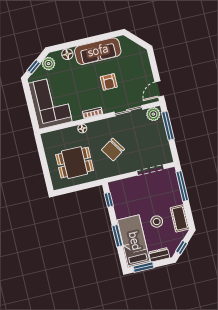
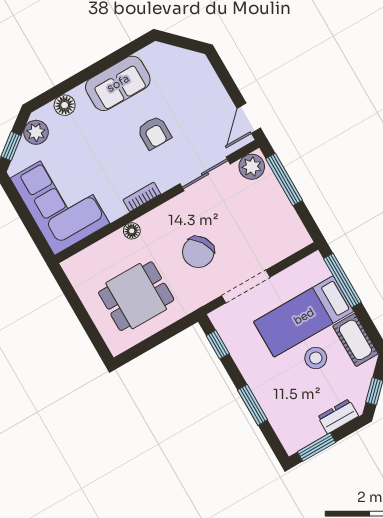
sofa: (98, 51) -> (118, 83), width x0.73
doorway: (150, 170) -> (246, 286), moved
bed: (134, 241) -> (304, 316), moved, turned -90

